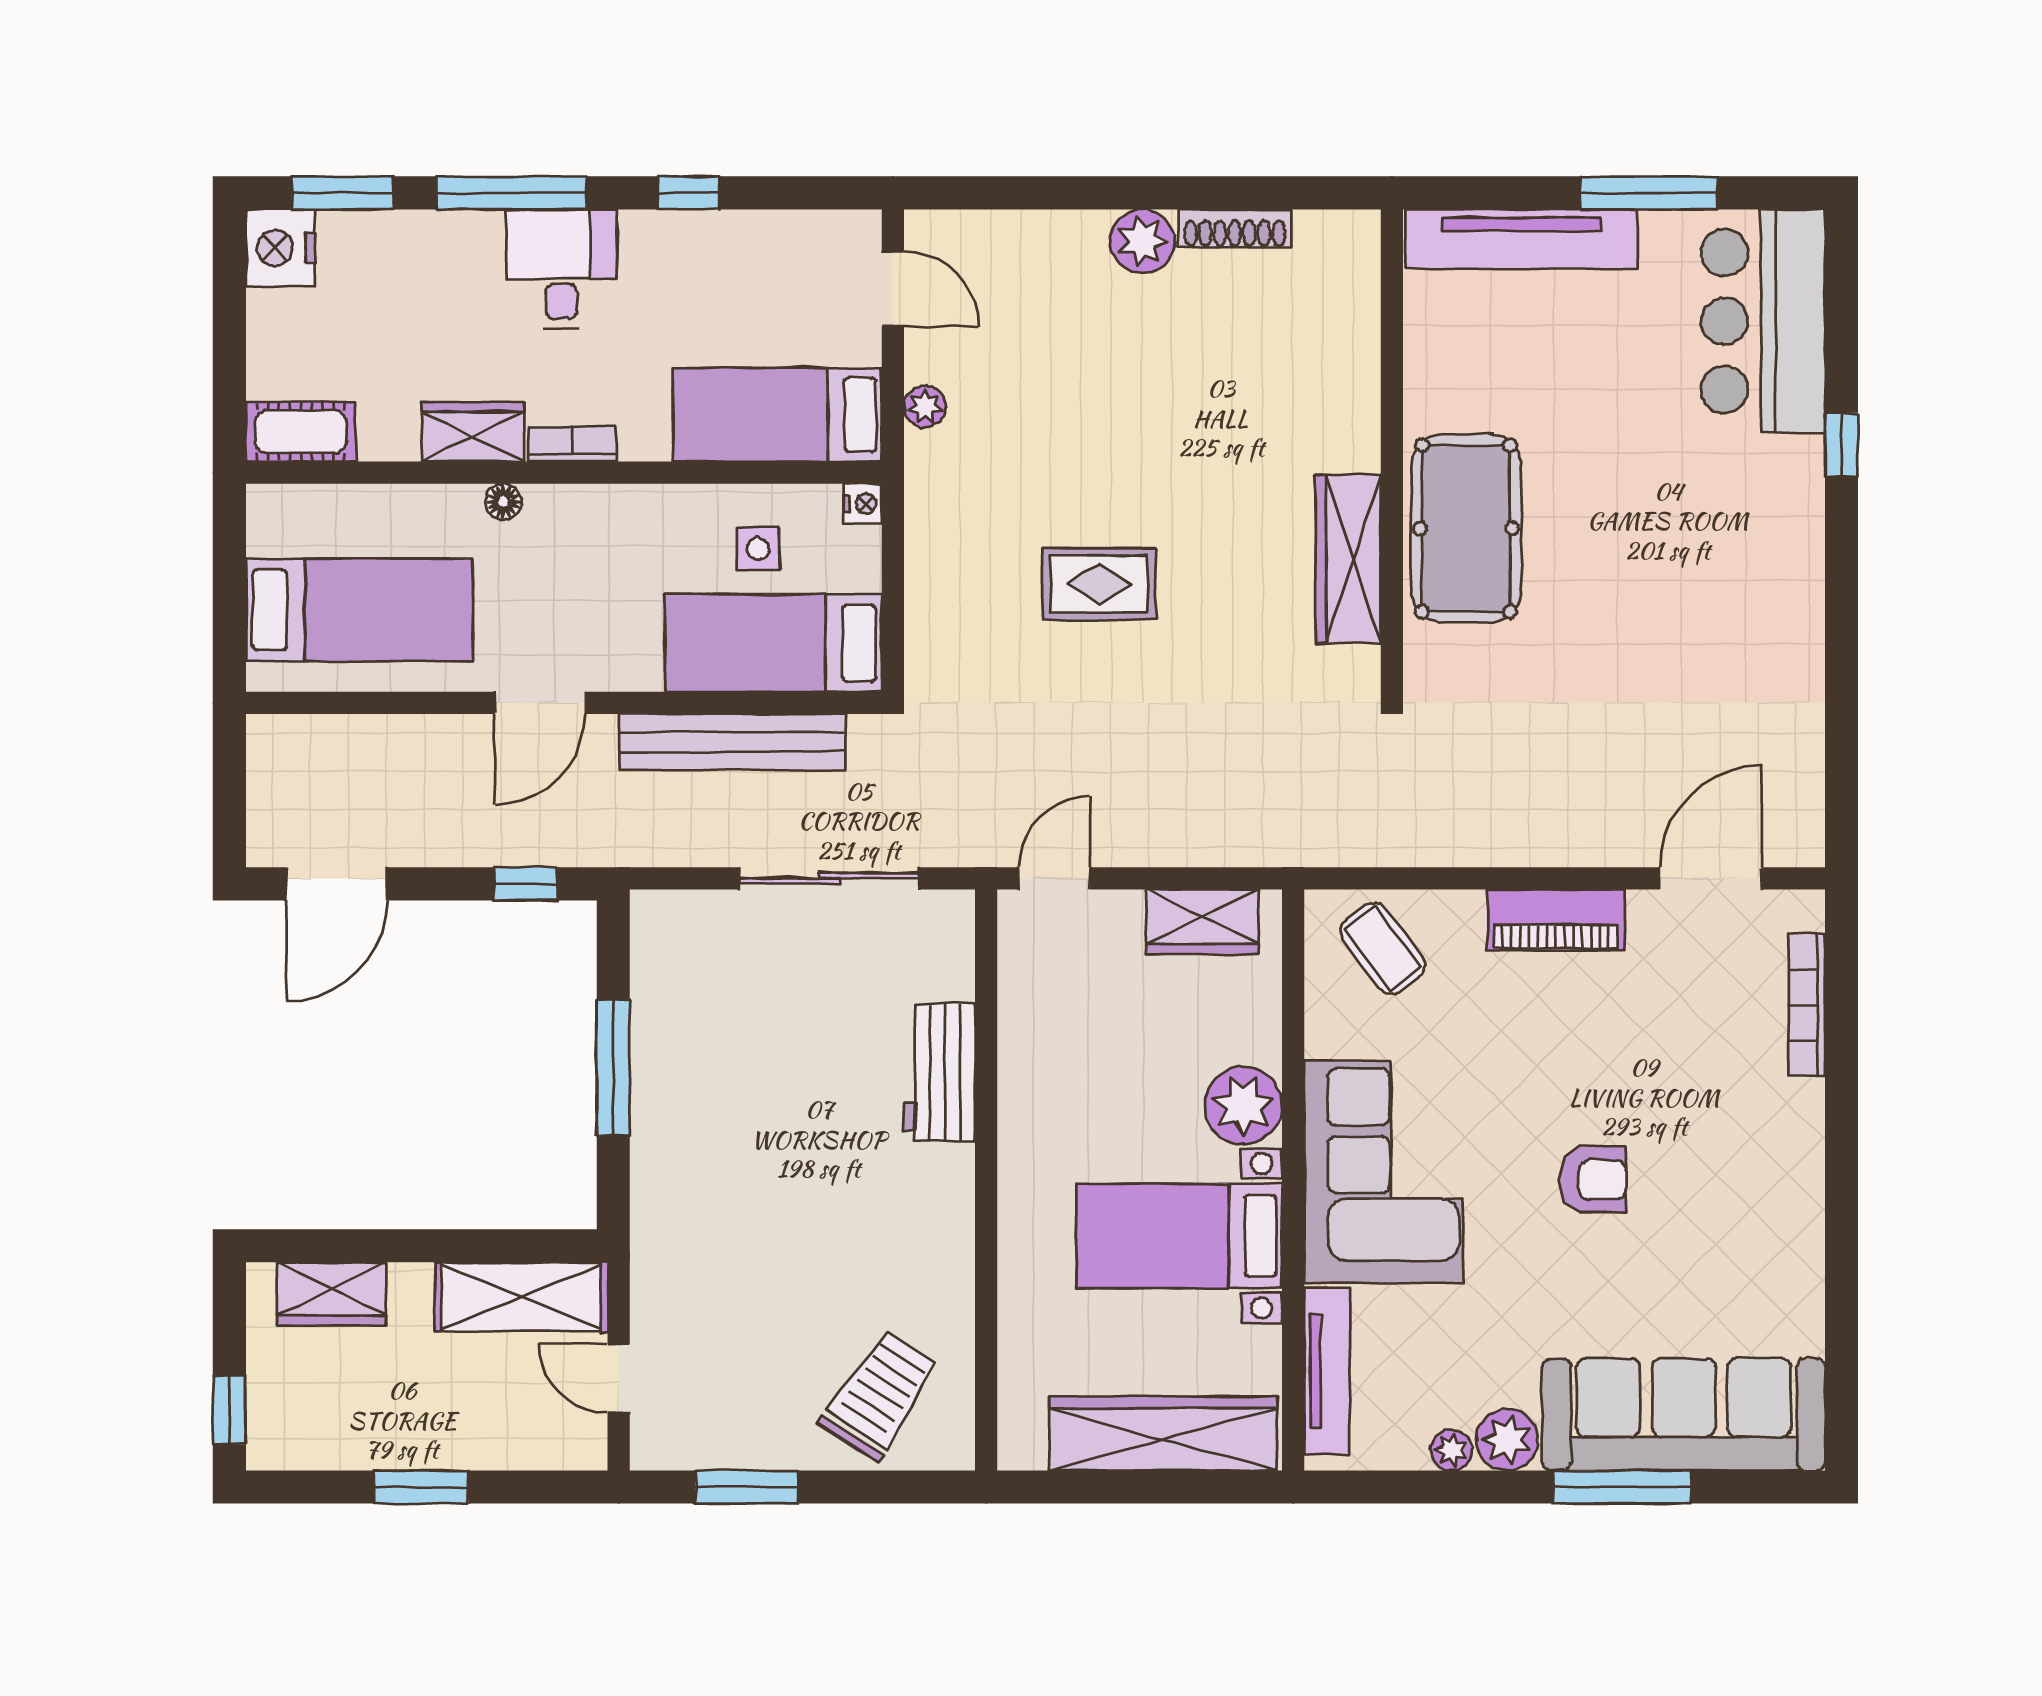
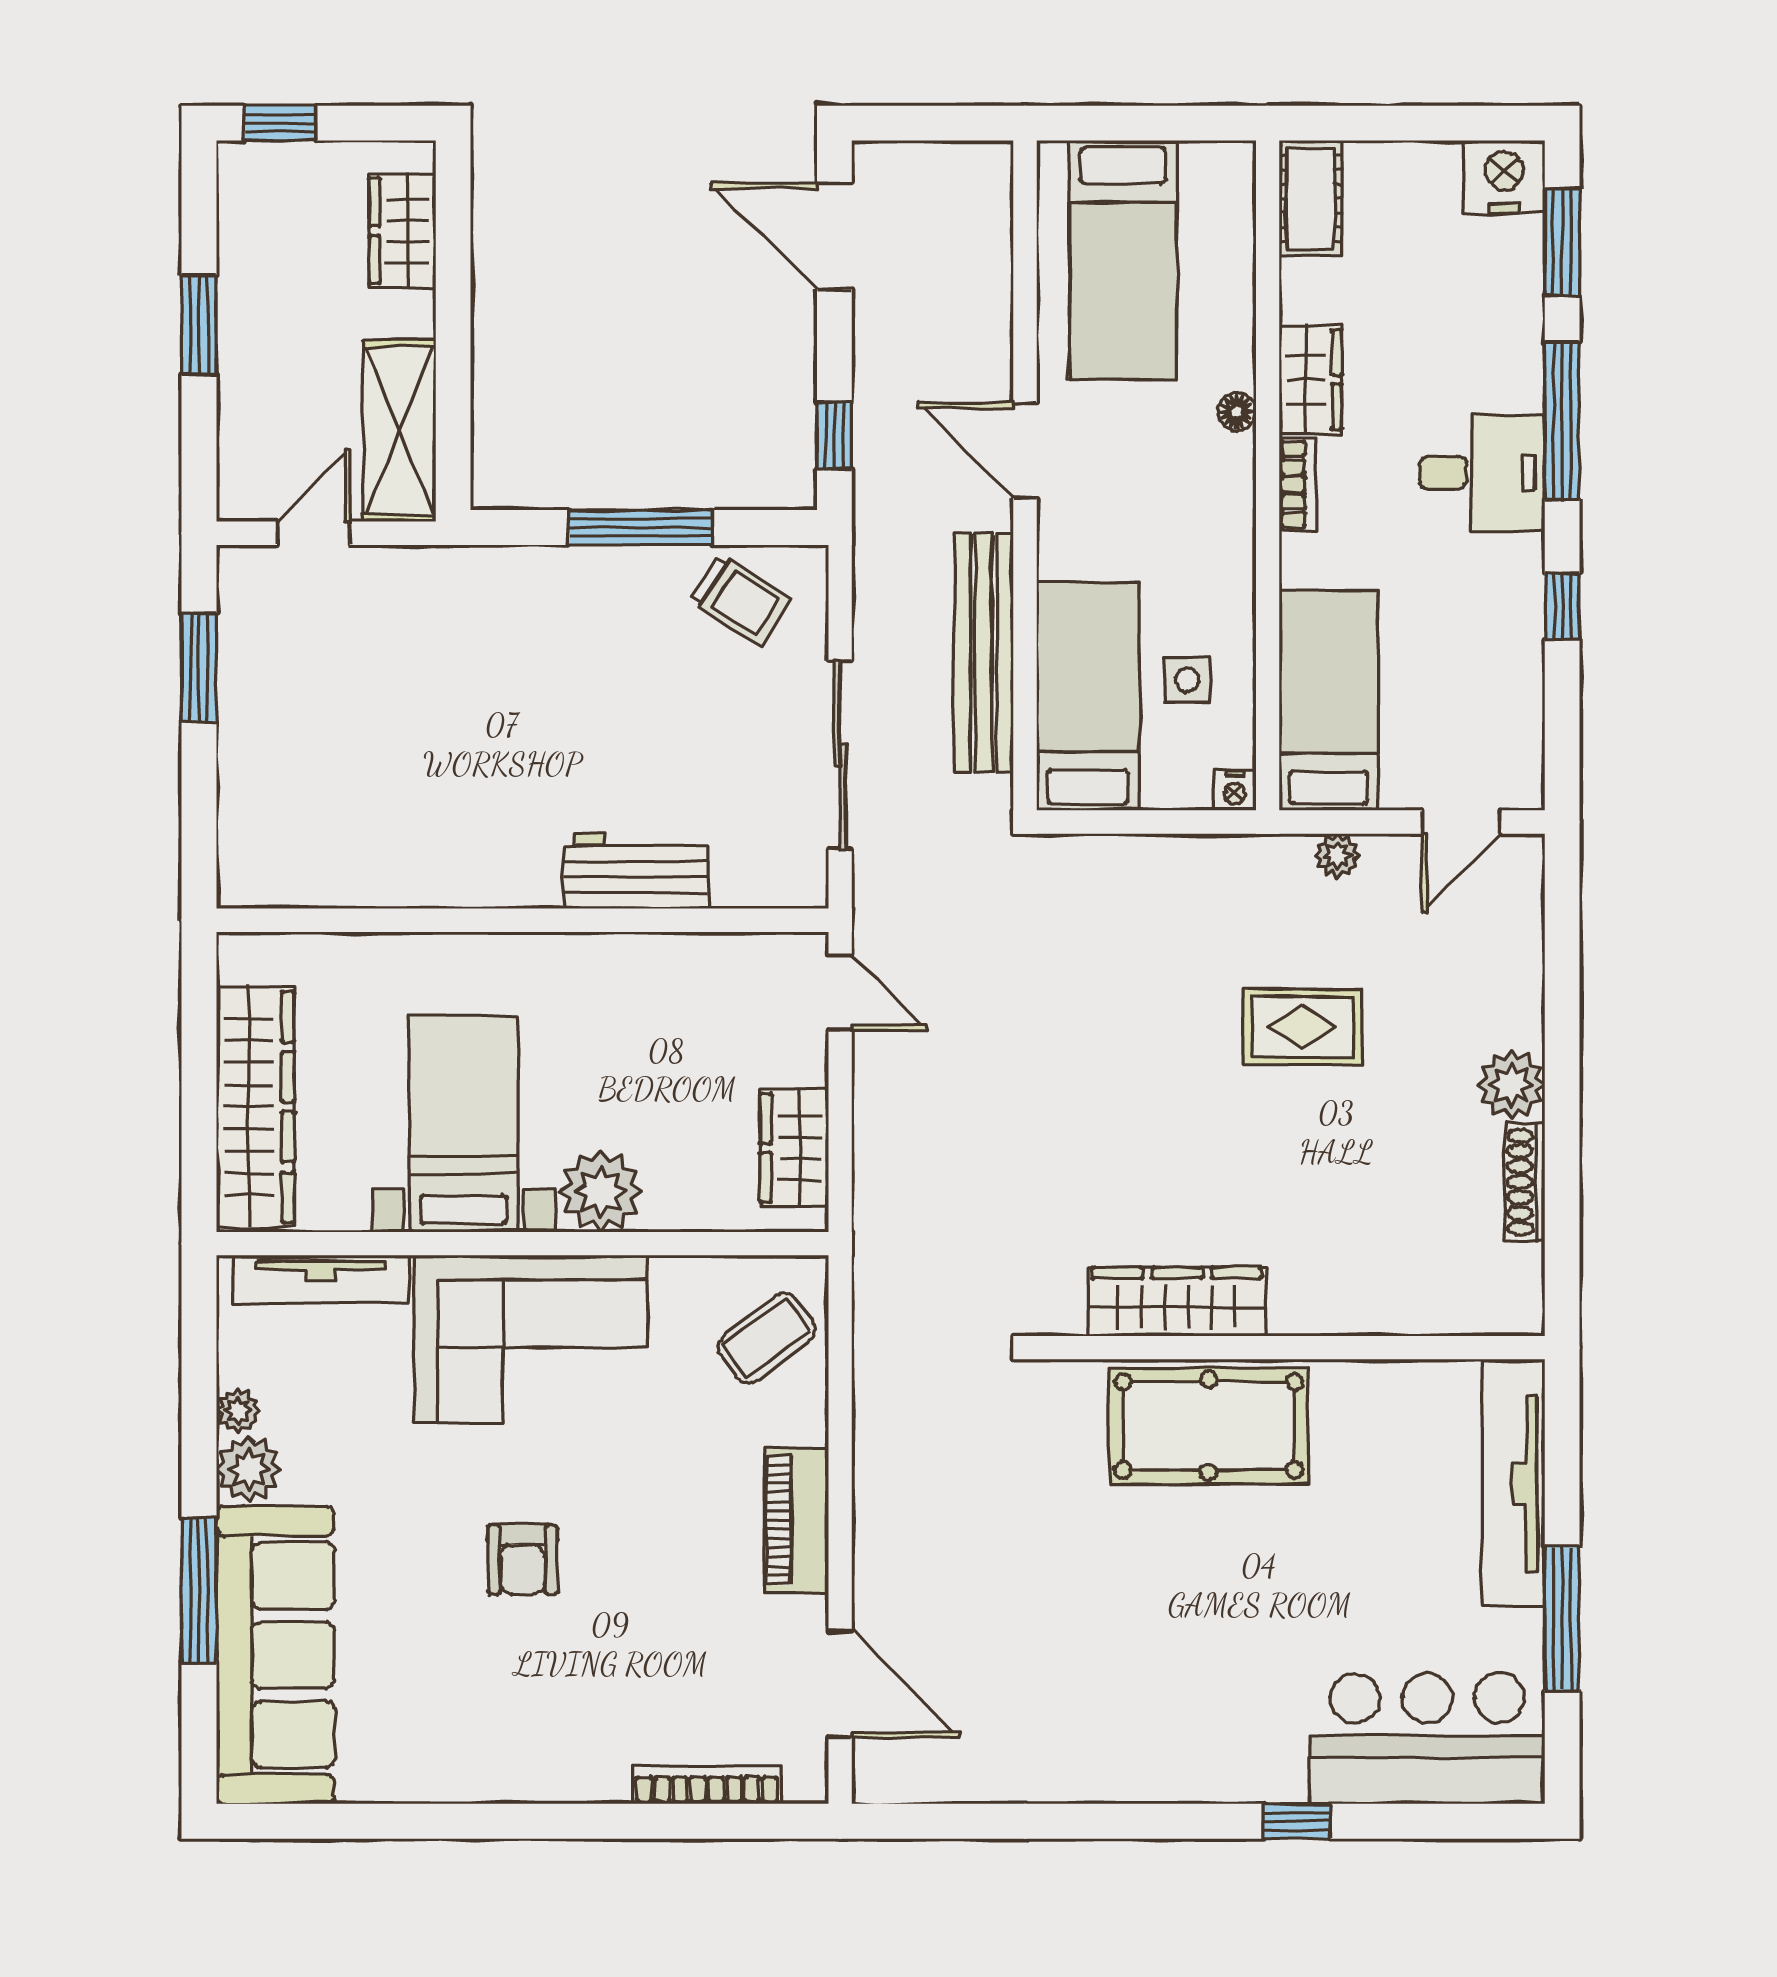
rug: (1099, 584) -> (1303, 1027), moved, turned 90
trolley: (879, 1395) -> (740, 600), moved, width x0.73, depth x0.72

